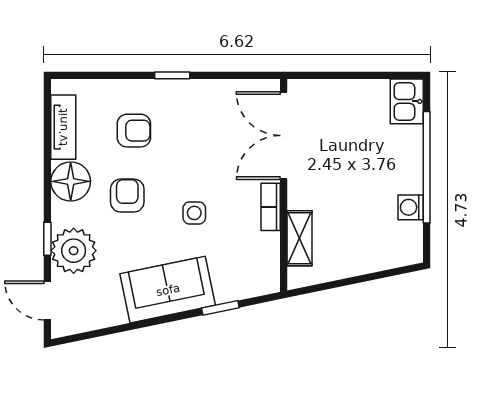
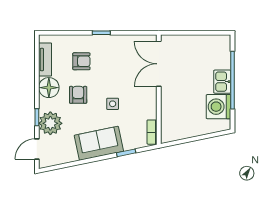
kitchen sink: (407, 101) -> (222, 82), moved
bookcase: (271, 207) -> (152, 132), moved
washing machine: (411, 207) -> (219, 107), width x1.89, depth x1.89
shelving: (300, 238) -> (167, 117), removed
door: (47, 301) -> (37, 149), hinge flipped

